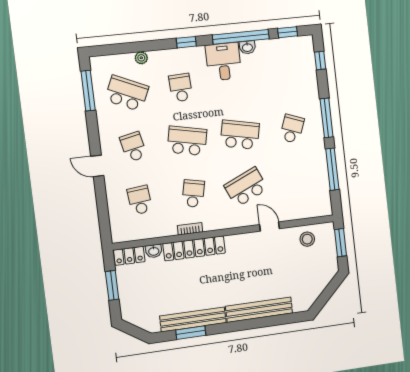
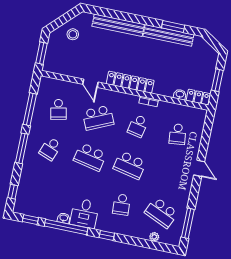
plant: (141, 58) -> (154, 237), moved
school desk: (133, 147) -> (58, 109), moved
stool: (307, 239) -> (73, 34), moved
locker: (194, 248) -> (130, 82), moved

